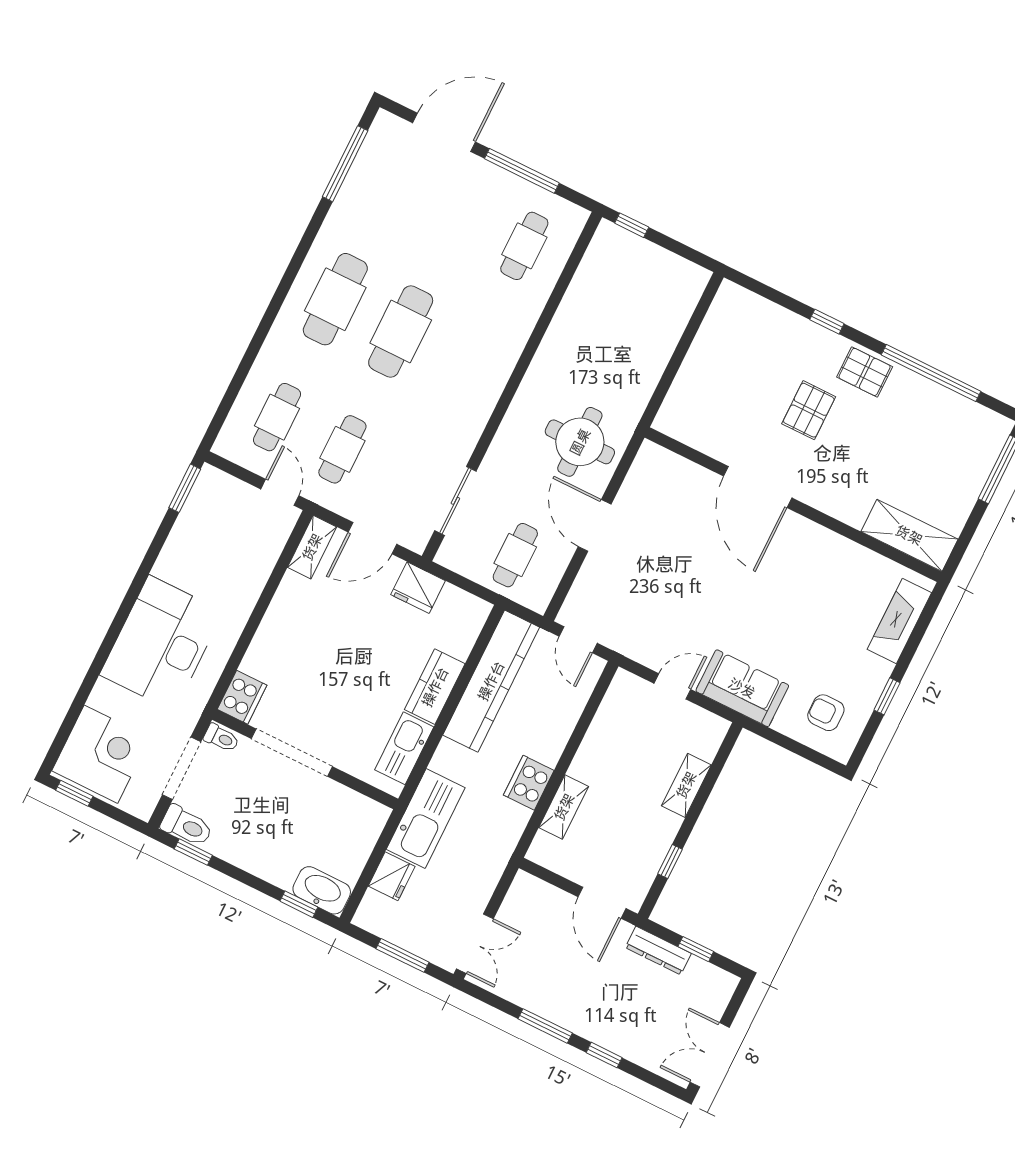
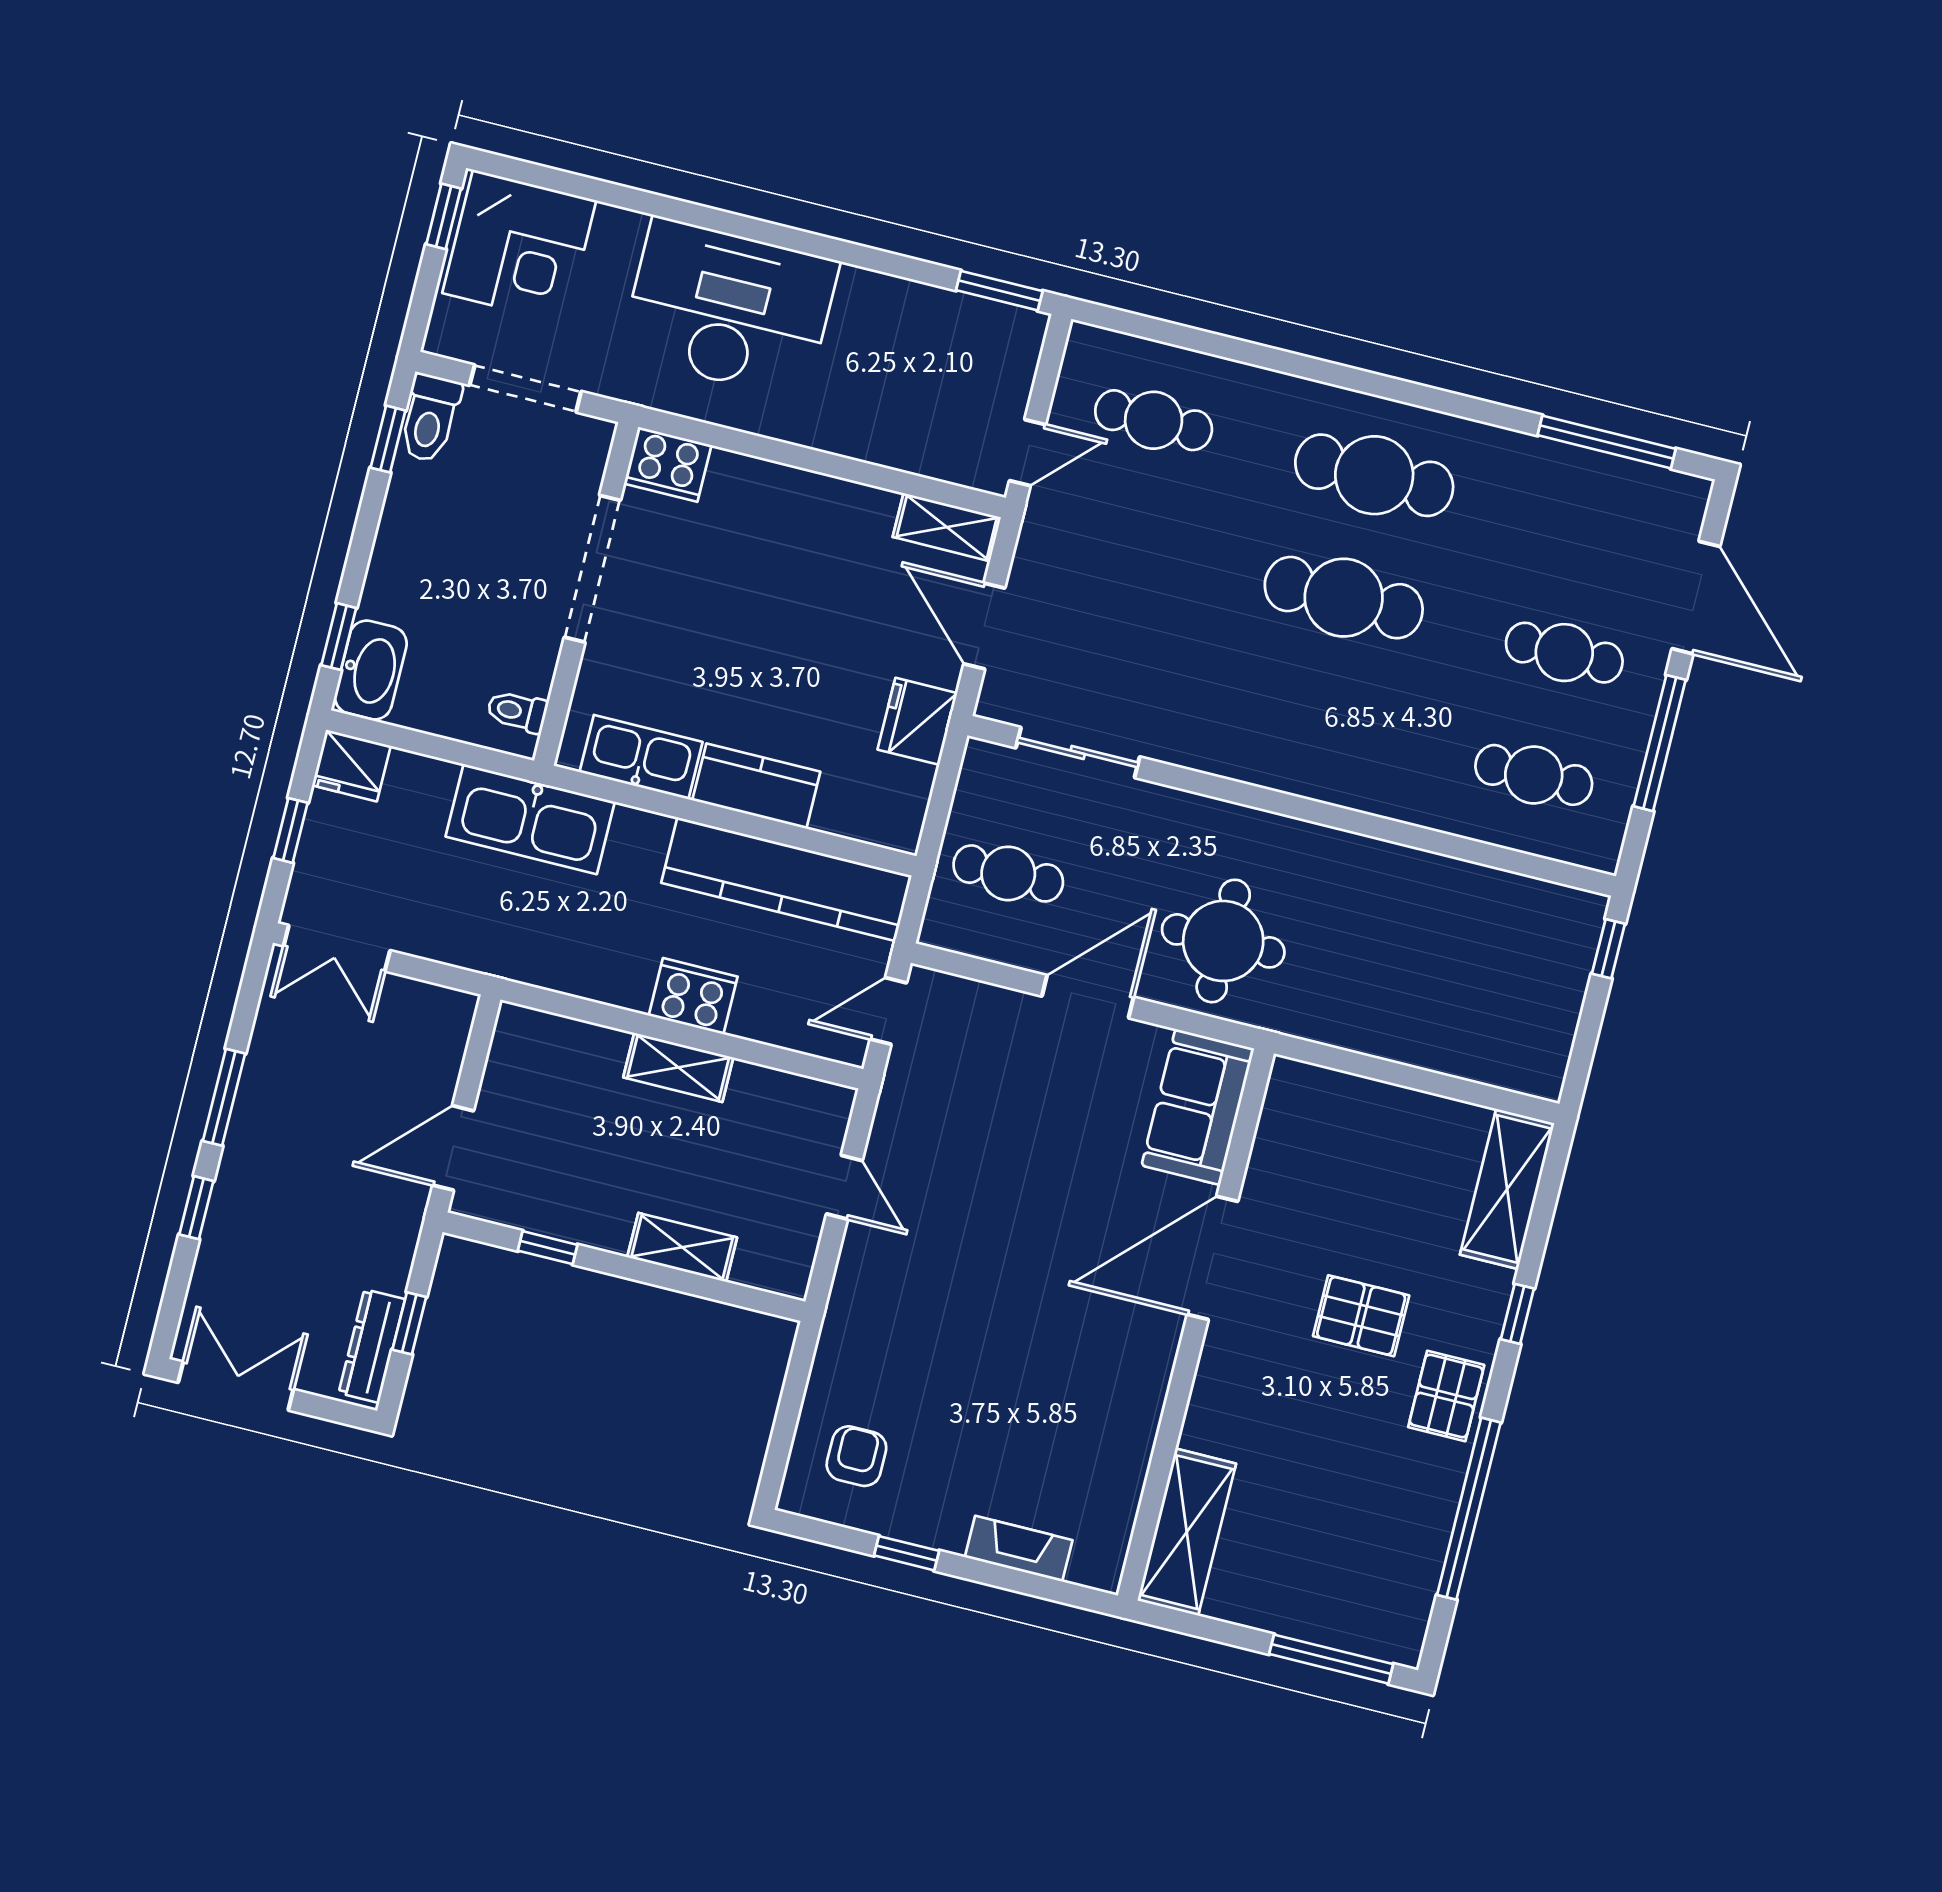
shelving: (755, 312) -> (1507, 1189), added
cafe table: (342, 449) -> (1564, 653), moved
fireplace: (899, 621) -> (1019, 1549), width x0.73, depth x0.76
sofa: (742, 688) -> (1198, 1107), moved, turned 180
toilet: (221, 738) -> (517, 711), moved, turned 90
cooker: (529, 783) -> (693, 996), moved
shelving: (564, 807) -> (678, 1067), moved
fridge: (392, 876) -> (351, 766), moved
dresser: (658, 950) -> (372, 1346), moved
window: (403, 955) -> (290, 830), width x0.67

